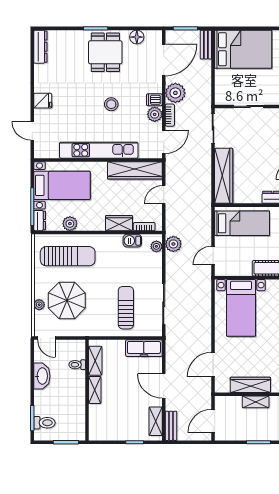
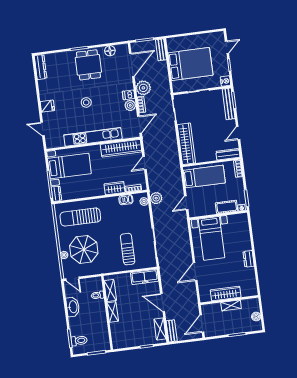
bed: (243, 49) -> (190, 64), moved
stool: (111, 104) -> (86, 102), moved
plant: (70, 224) -> (79, 193), removed
sun lounger: (68, 256) -> (80, 217), turned 180
door: (213, 364) -> (195, 272), moved

